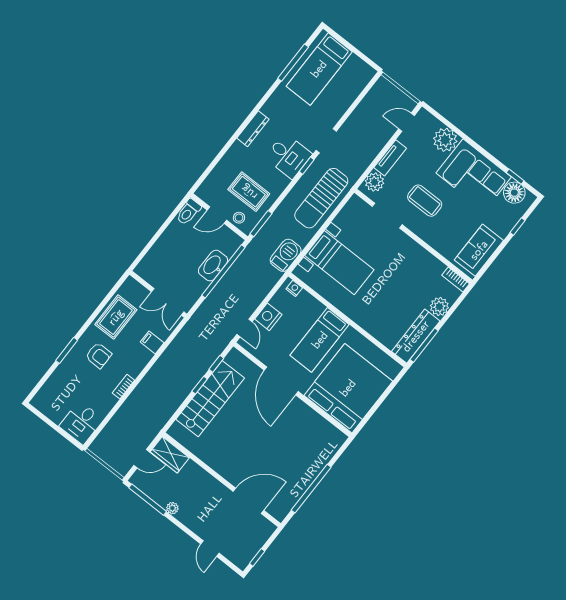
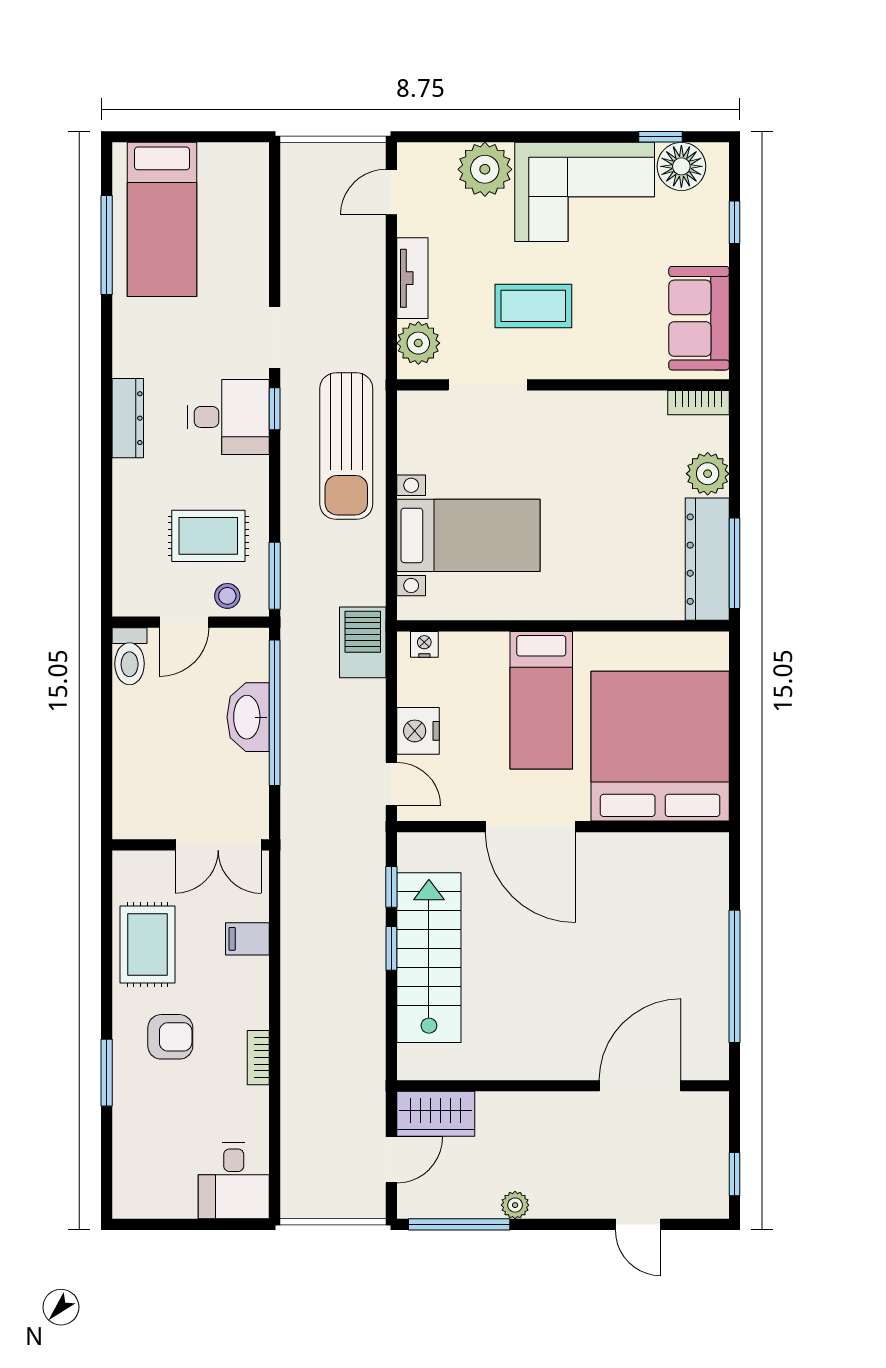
barbecue: (286, 255) -> (363, 642), moved

